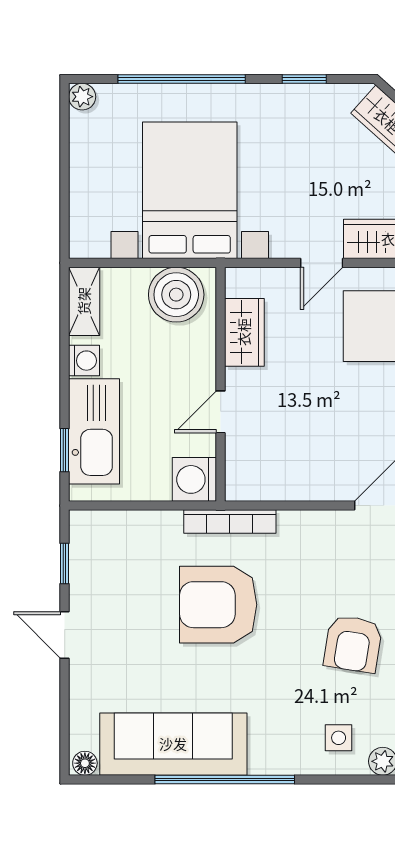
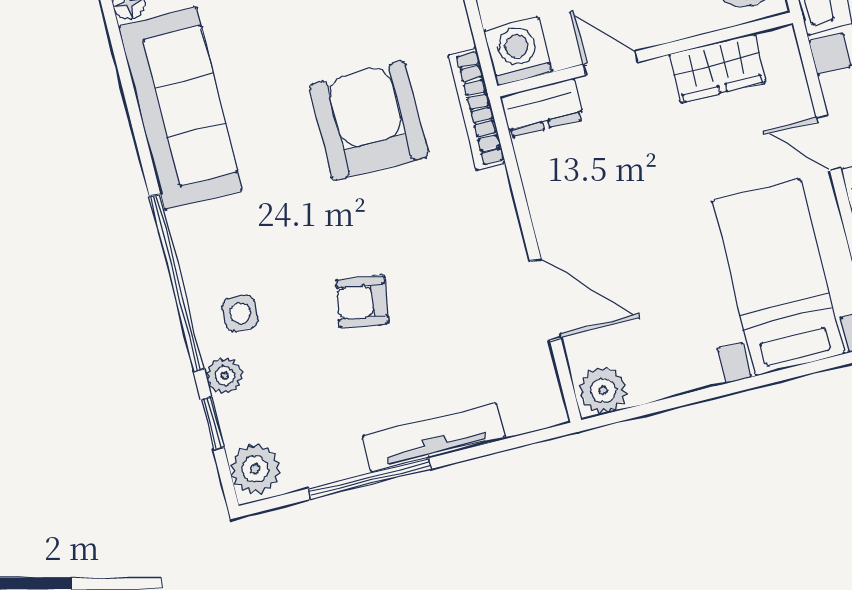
dresser: (241, 472) -> (542, 108), added
armchair: (353, 644) -> (362, 302), width x0.72, depth x0.72
window: (225, 780) -> (177, 283), moved

